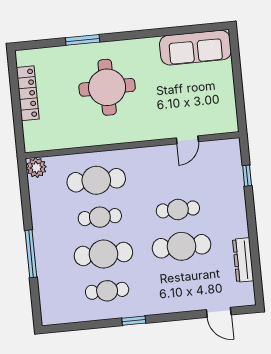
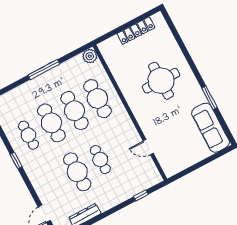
window: (83, 40) -> (209, 98), moved
cafe table: (100, 217) -> (74, 111), width x1.37, depth x1.35
window: (31, 254) -> (44, 69), moved

